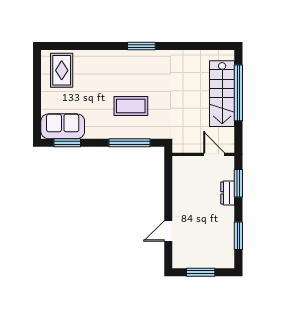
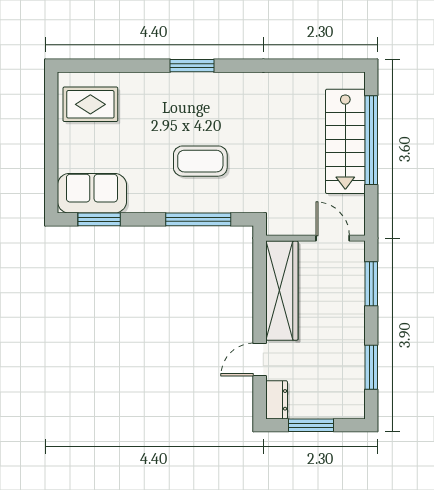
window: (141, 46) -> (192, 66), moved
rug: (62, 70) -> (90, 104), turned 90
wardrobe: (182, 188) -> (282, 291), added
dresser: (228, 193) -> (277, 400), moved, turned 180

